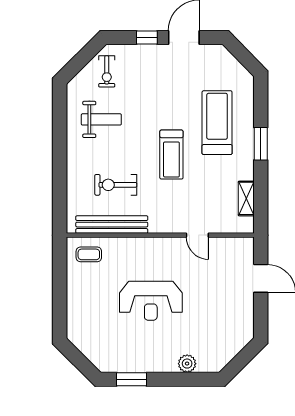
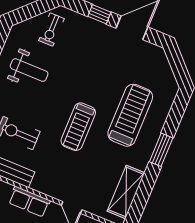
shelving: (246, 198) -> (126, 192), width x1.50, depth x1.33
row of seats: (154, 246) -> (29, 202), added

